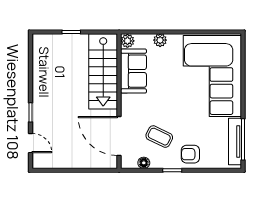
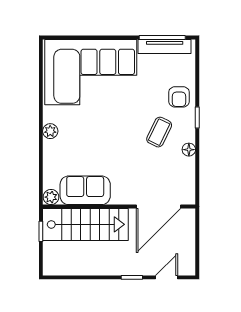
plant: (127, 41) -> (51, 197), moved
stairs: (103, 71) -> (85, 224), moved
sofa: (133, 71) -> (85, 190), moved
wall: (119, 101) -> (119, 207), moved
door: (119, 136) -> (158, 207), moved

